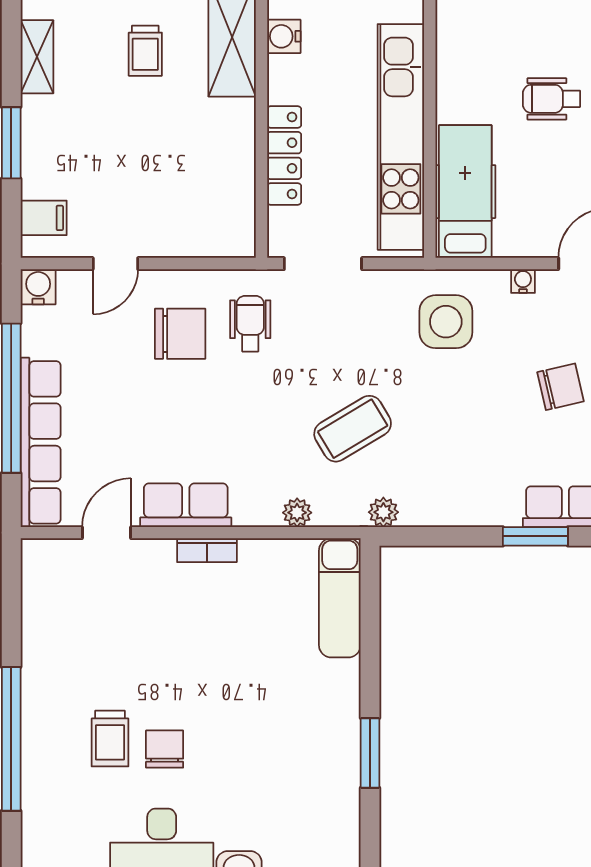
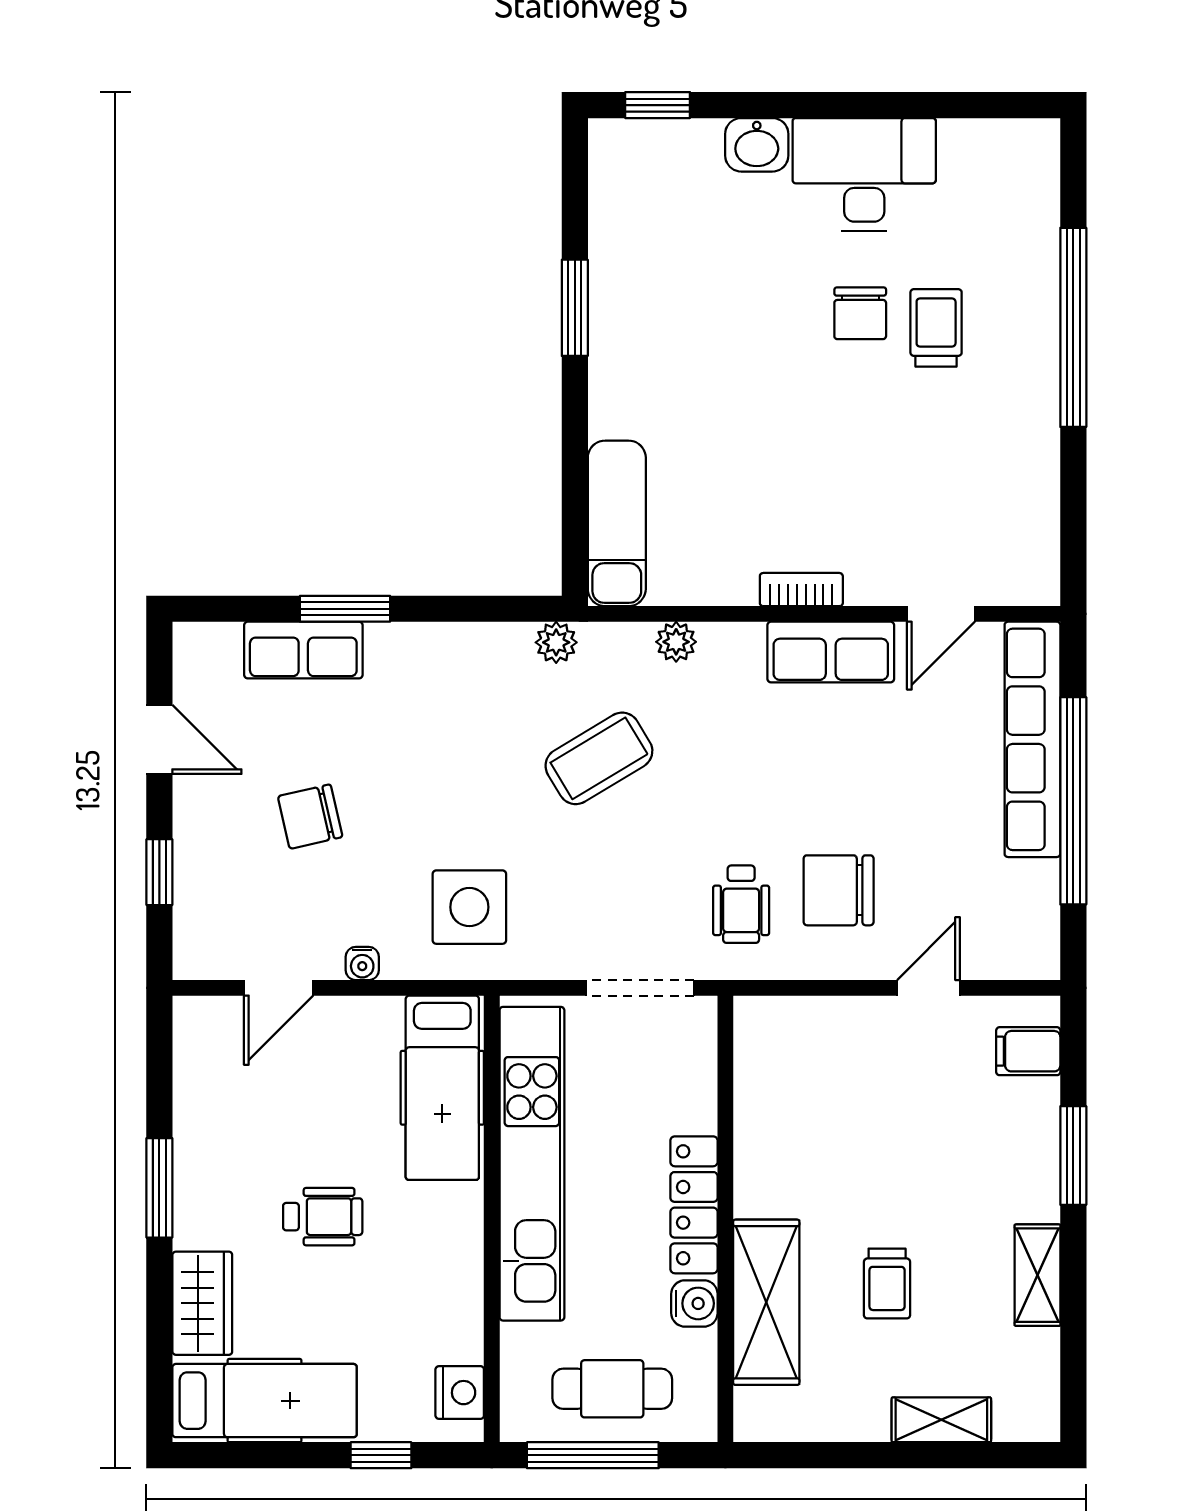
trolley: (145, 51) -> (887, 1284), turned 180
locker: (284, 155) -> (694, 1205), moved
water cooler: (38, 287) -> (1036, 956), removed

